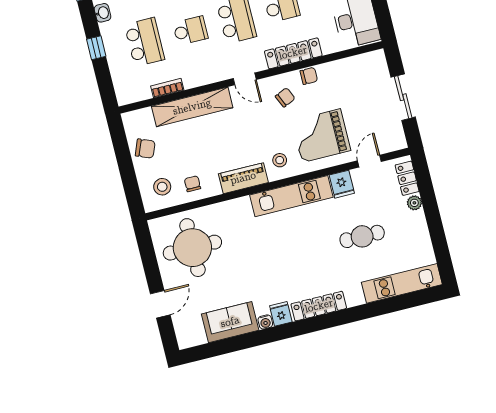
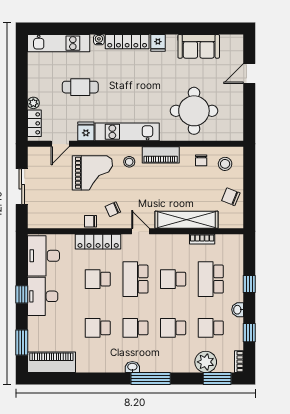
round table: (192, 248) -> (194, 111), moved
water cooler: (265, 322) -> (99, 40), moved

